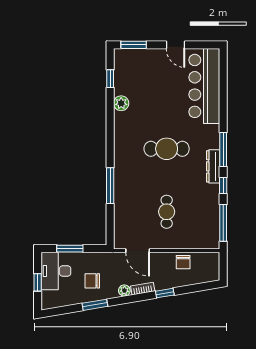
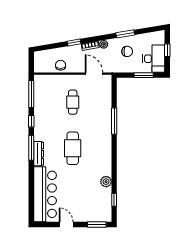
cafe table: (167, 149) -> (73, 148), turned 90
dresser: (213, 166) -> (39, 154), moved

